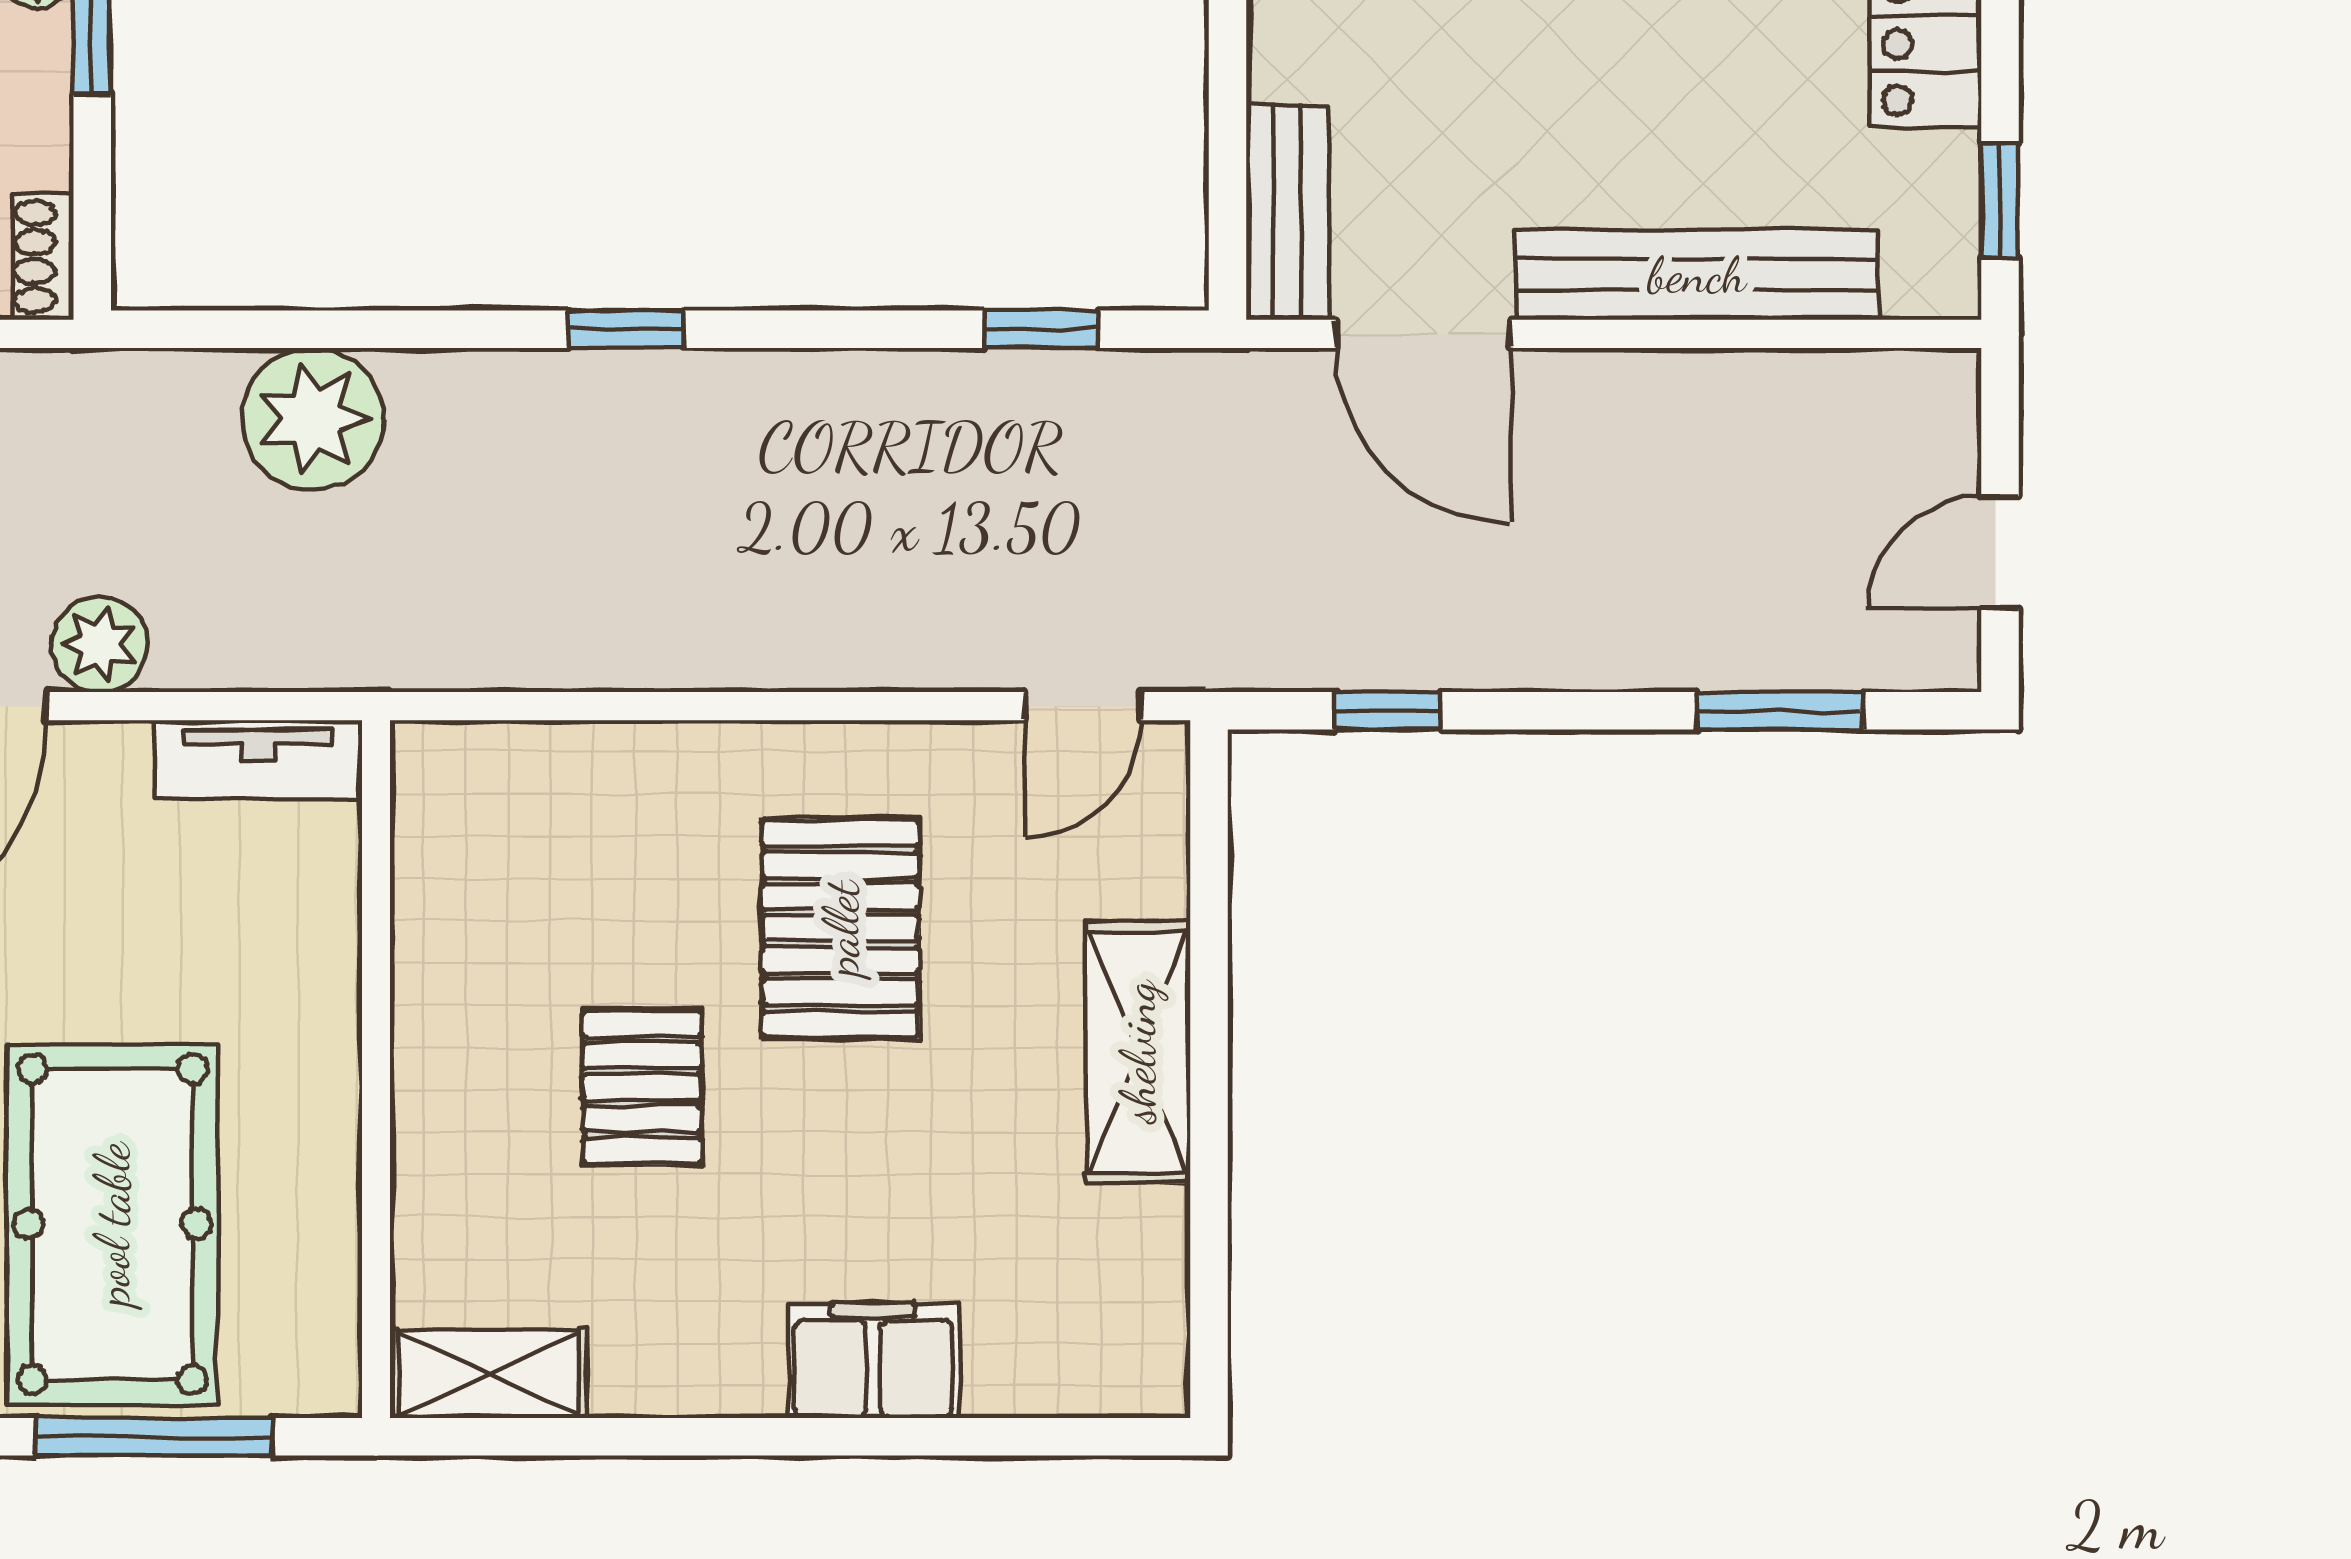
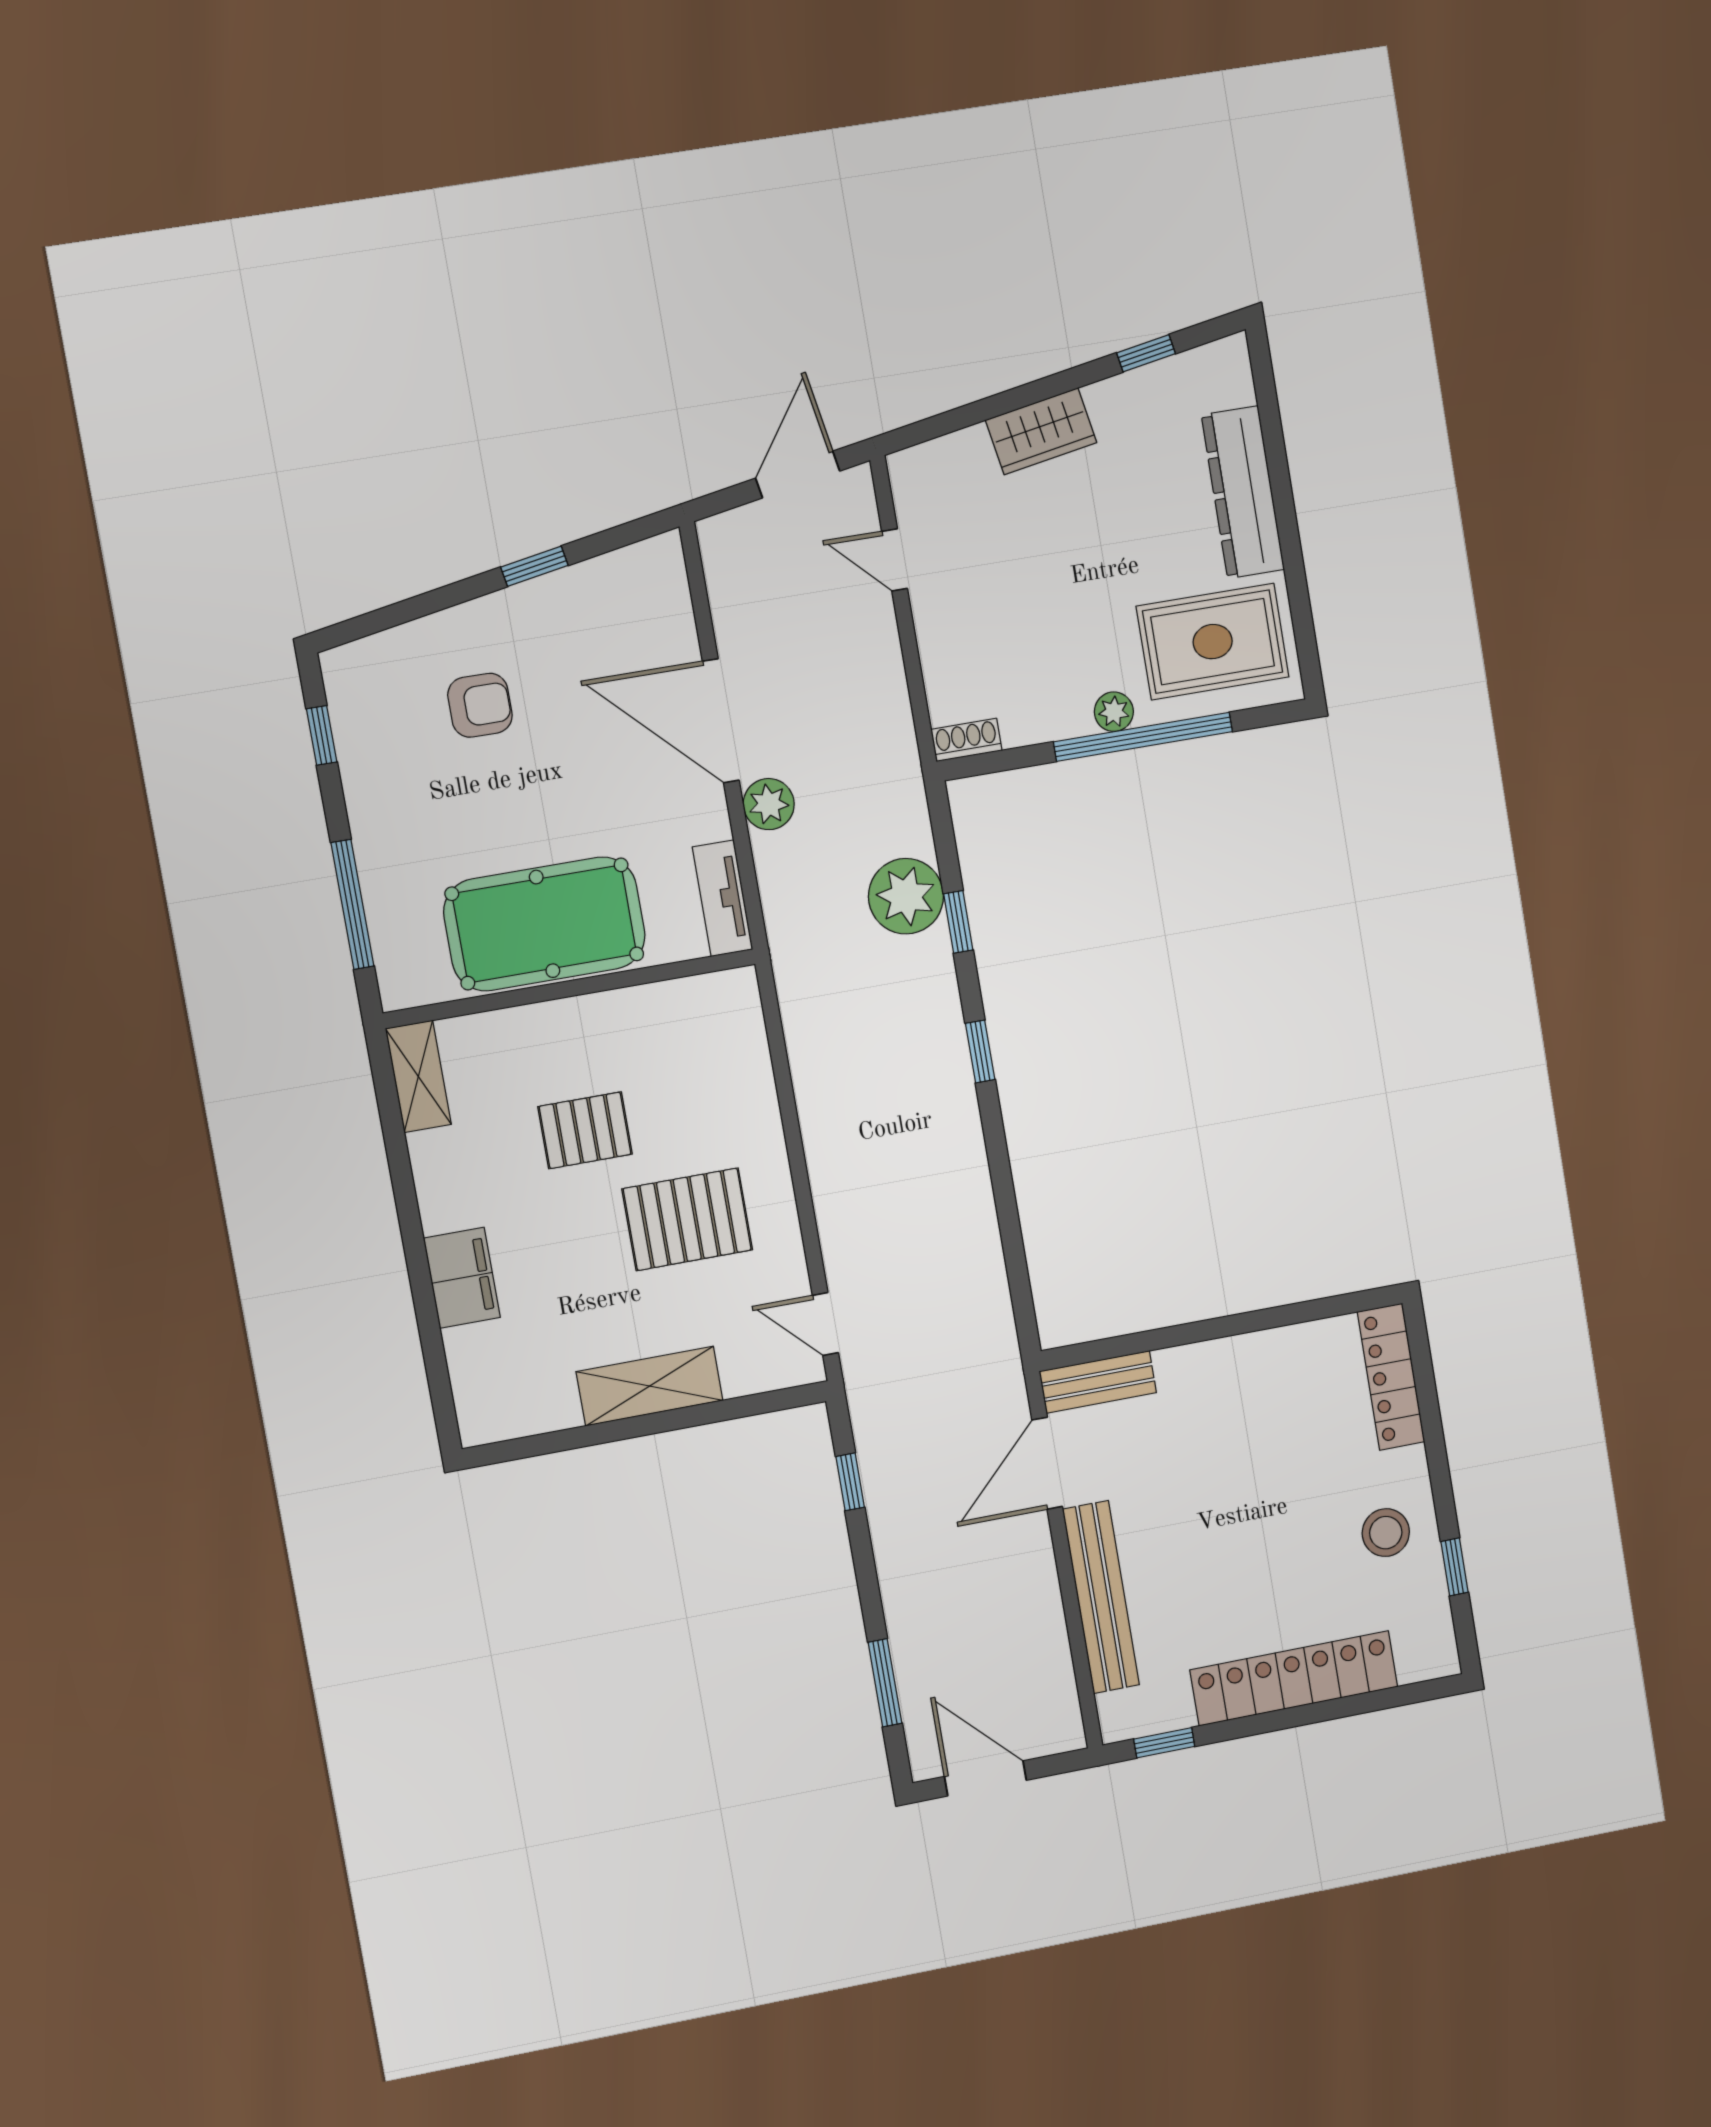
window: (1041, 329) -> (958, 922), moved
door: (2000, 552) -> (985, 1778), width x1.37
pool table: (112, 1224) -> (545, 924), moved

